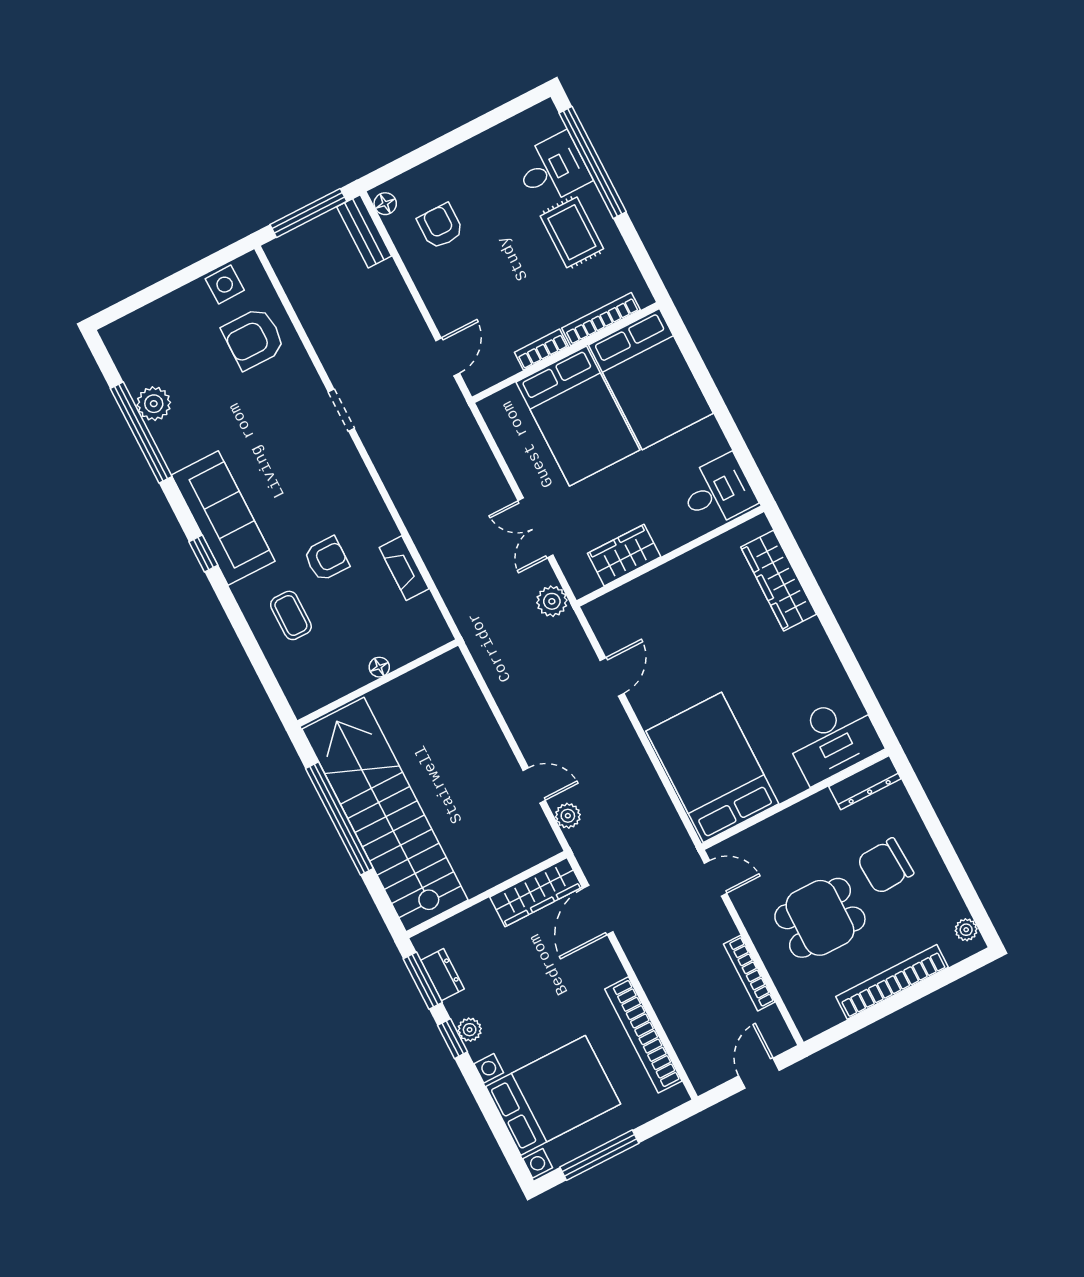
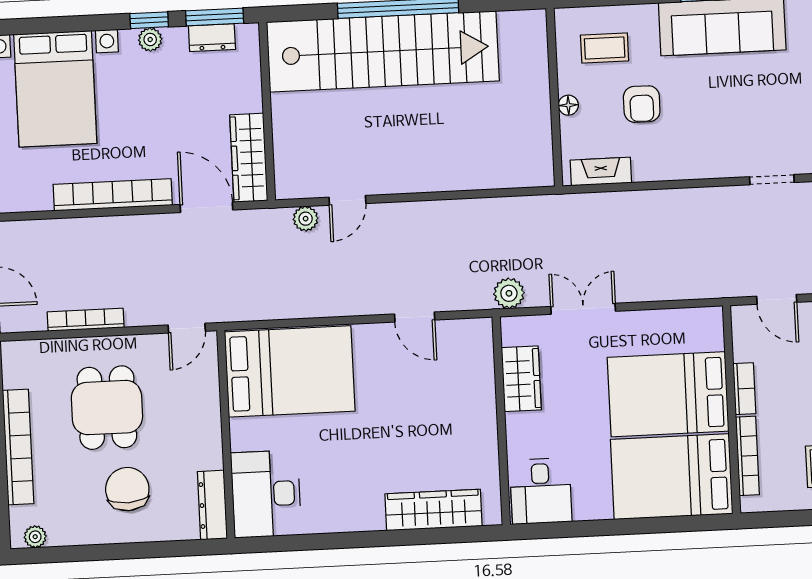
floor lamp: (379, 667) -> (568, 105), moved
wall: (378, 683) -> (554, 97), moved
bookcase: (643, 1035) -> (113, 195), moved

